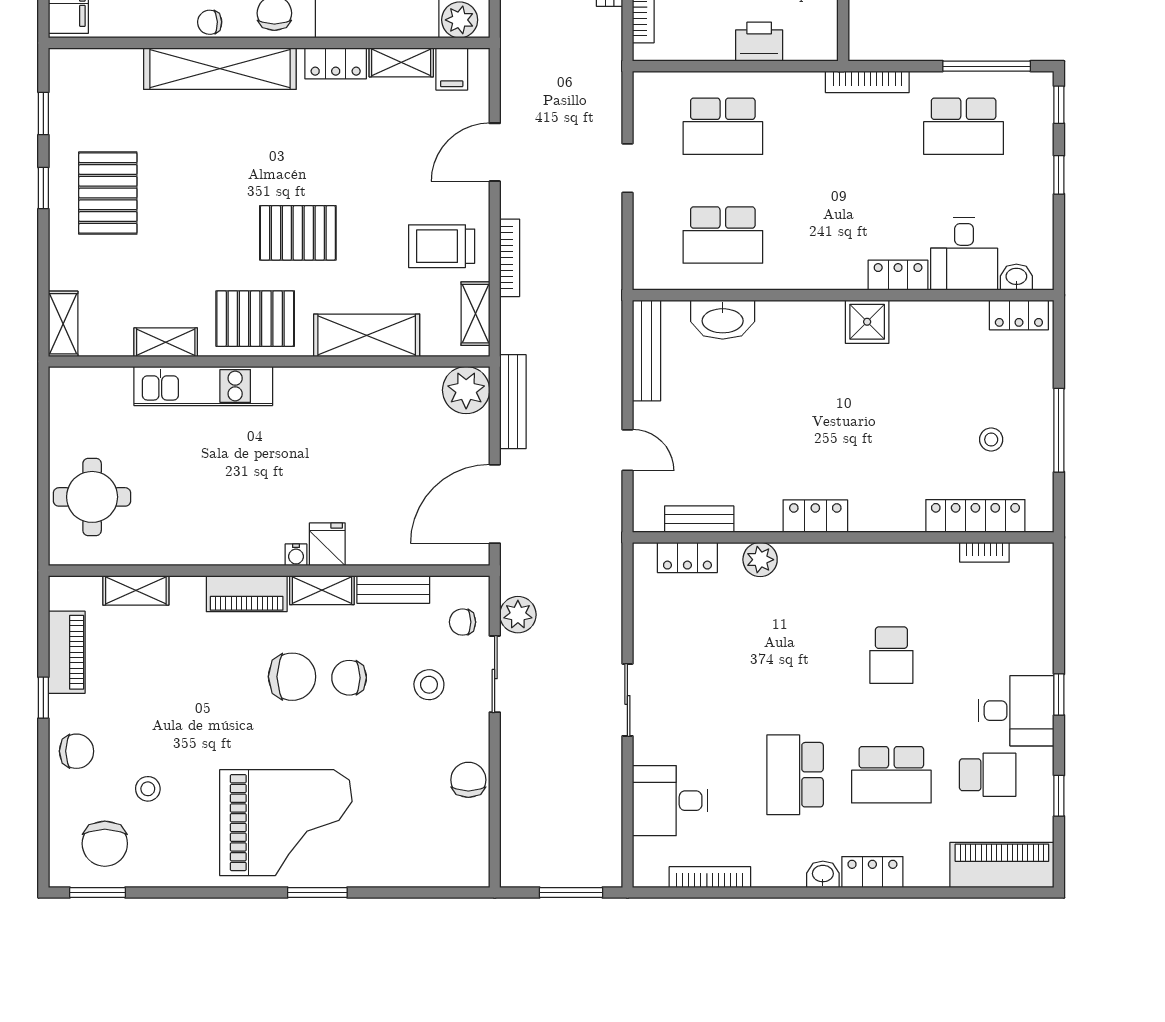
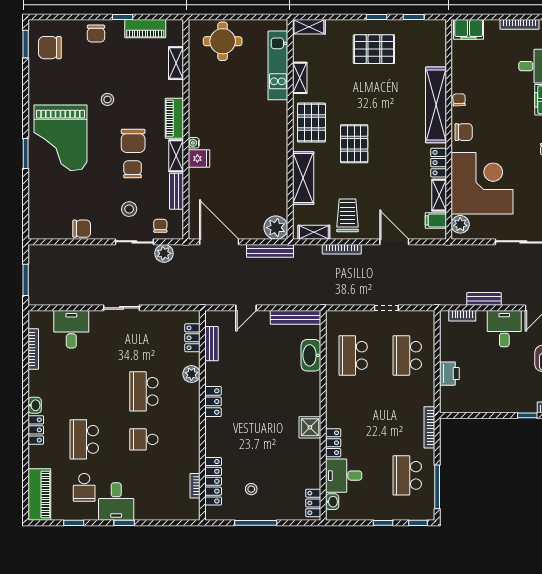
kitchen unit: (203, 386) -> (278, 65), moved
school desk: (795, 775) -> (144, 391), moved, turned -90
stool: (148, 789) -> (107, 99), moved

